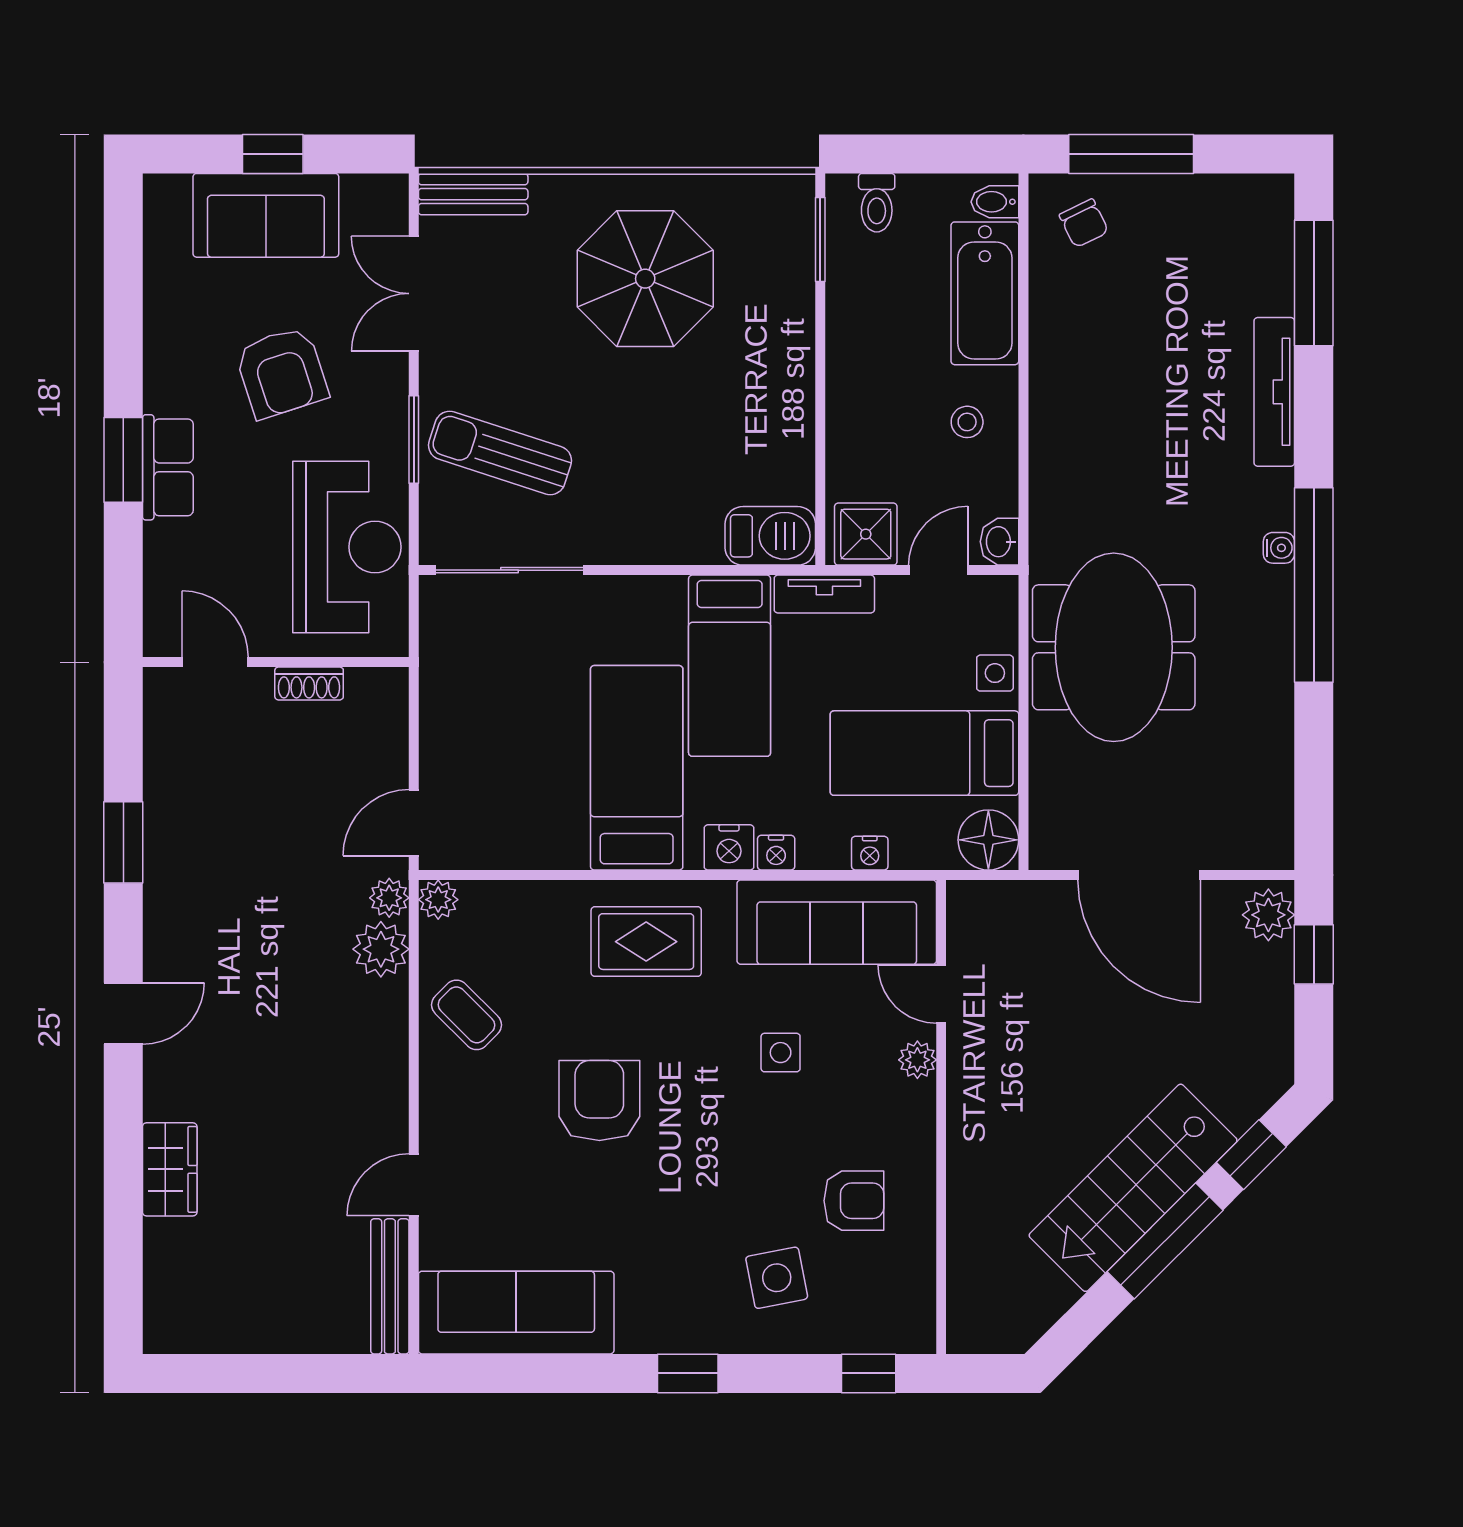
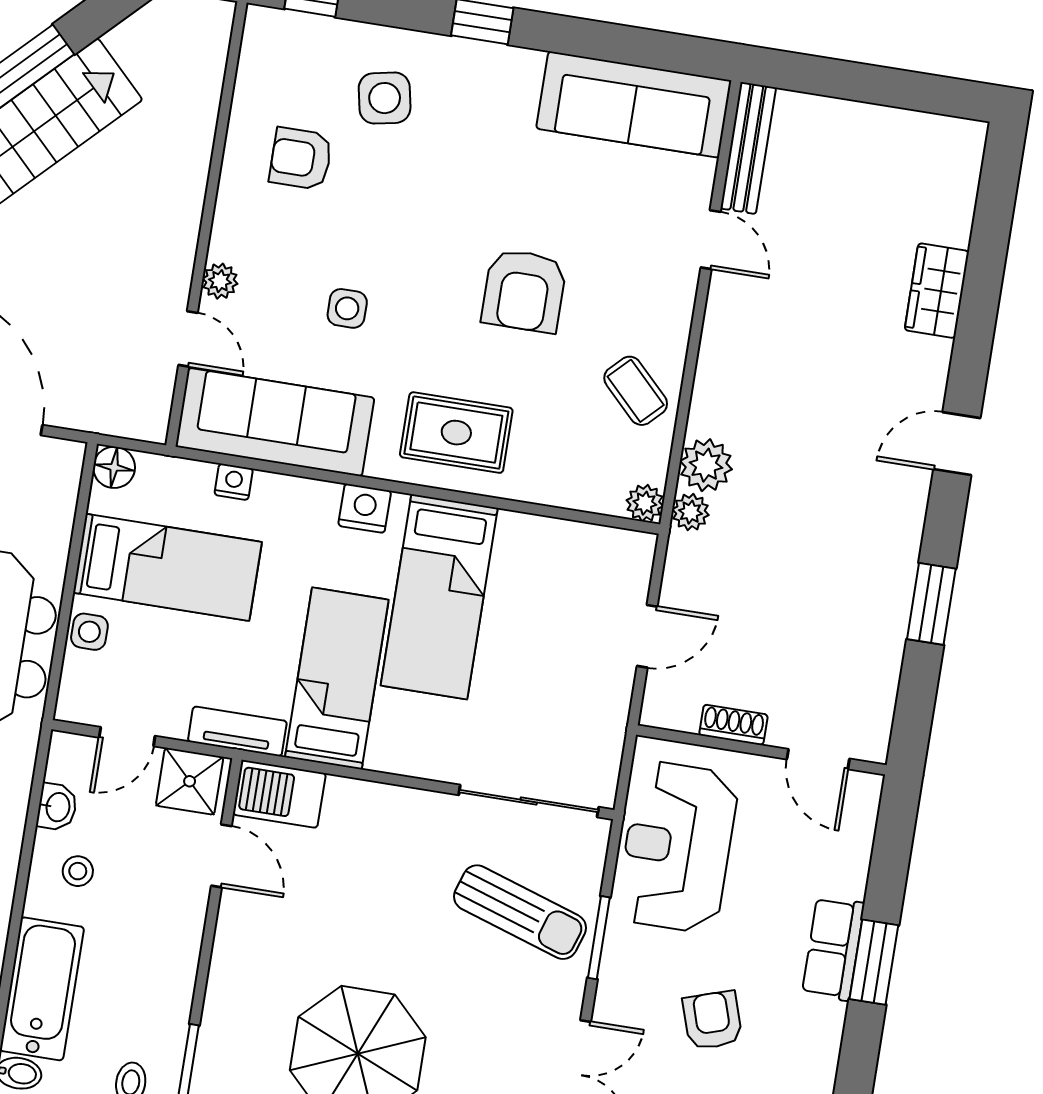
armchair: (282, 372) -> (712, 1020), width x0.72, depth x0.72
door: (820, 462) -> (221, 856), added
washbasin: (1000, 542) -> (57, 807), moved
door: (414, 823) -> (647, 636), moved
floor lamp: (988, 840) -> (114, 467), width x0.73, depth x0.73
nightstand: (776, 853) -> (321, 496), removed
door: (414, 1185) -> (711, 240), hinge flipped

